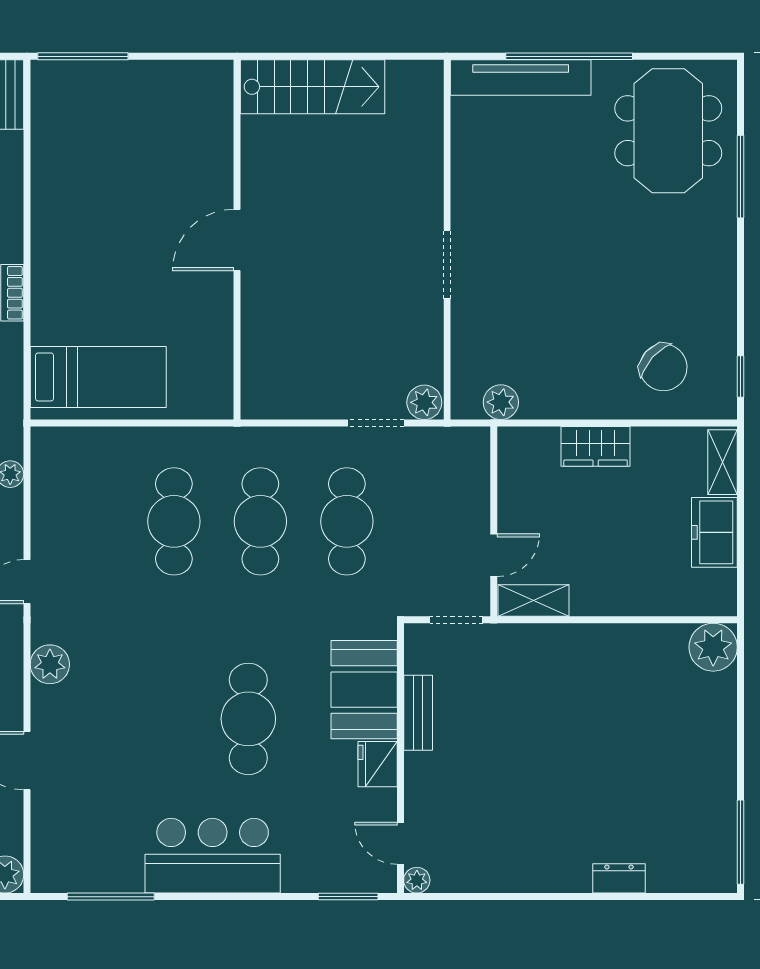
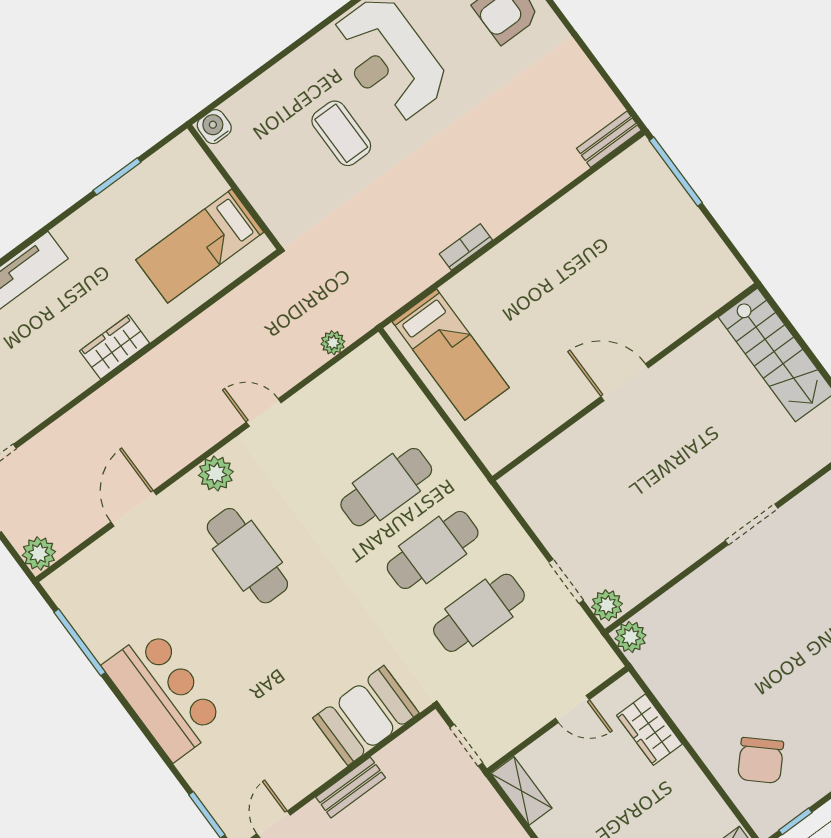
doorway: (447, 264) -> (752, 524), moved
plant: (501, 402) -> (631, 637), moved
wardrobe: (596, 446) -> (649, 730), moved
door: (494, 555) -> (572, 709), moved
bench: (418, 713) -> (351, 787), moved
cafe table: (248, 719) -> (247, 556), moved, turned 90
fridge: (378, 764) -> (319, 765), removed

